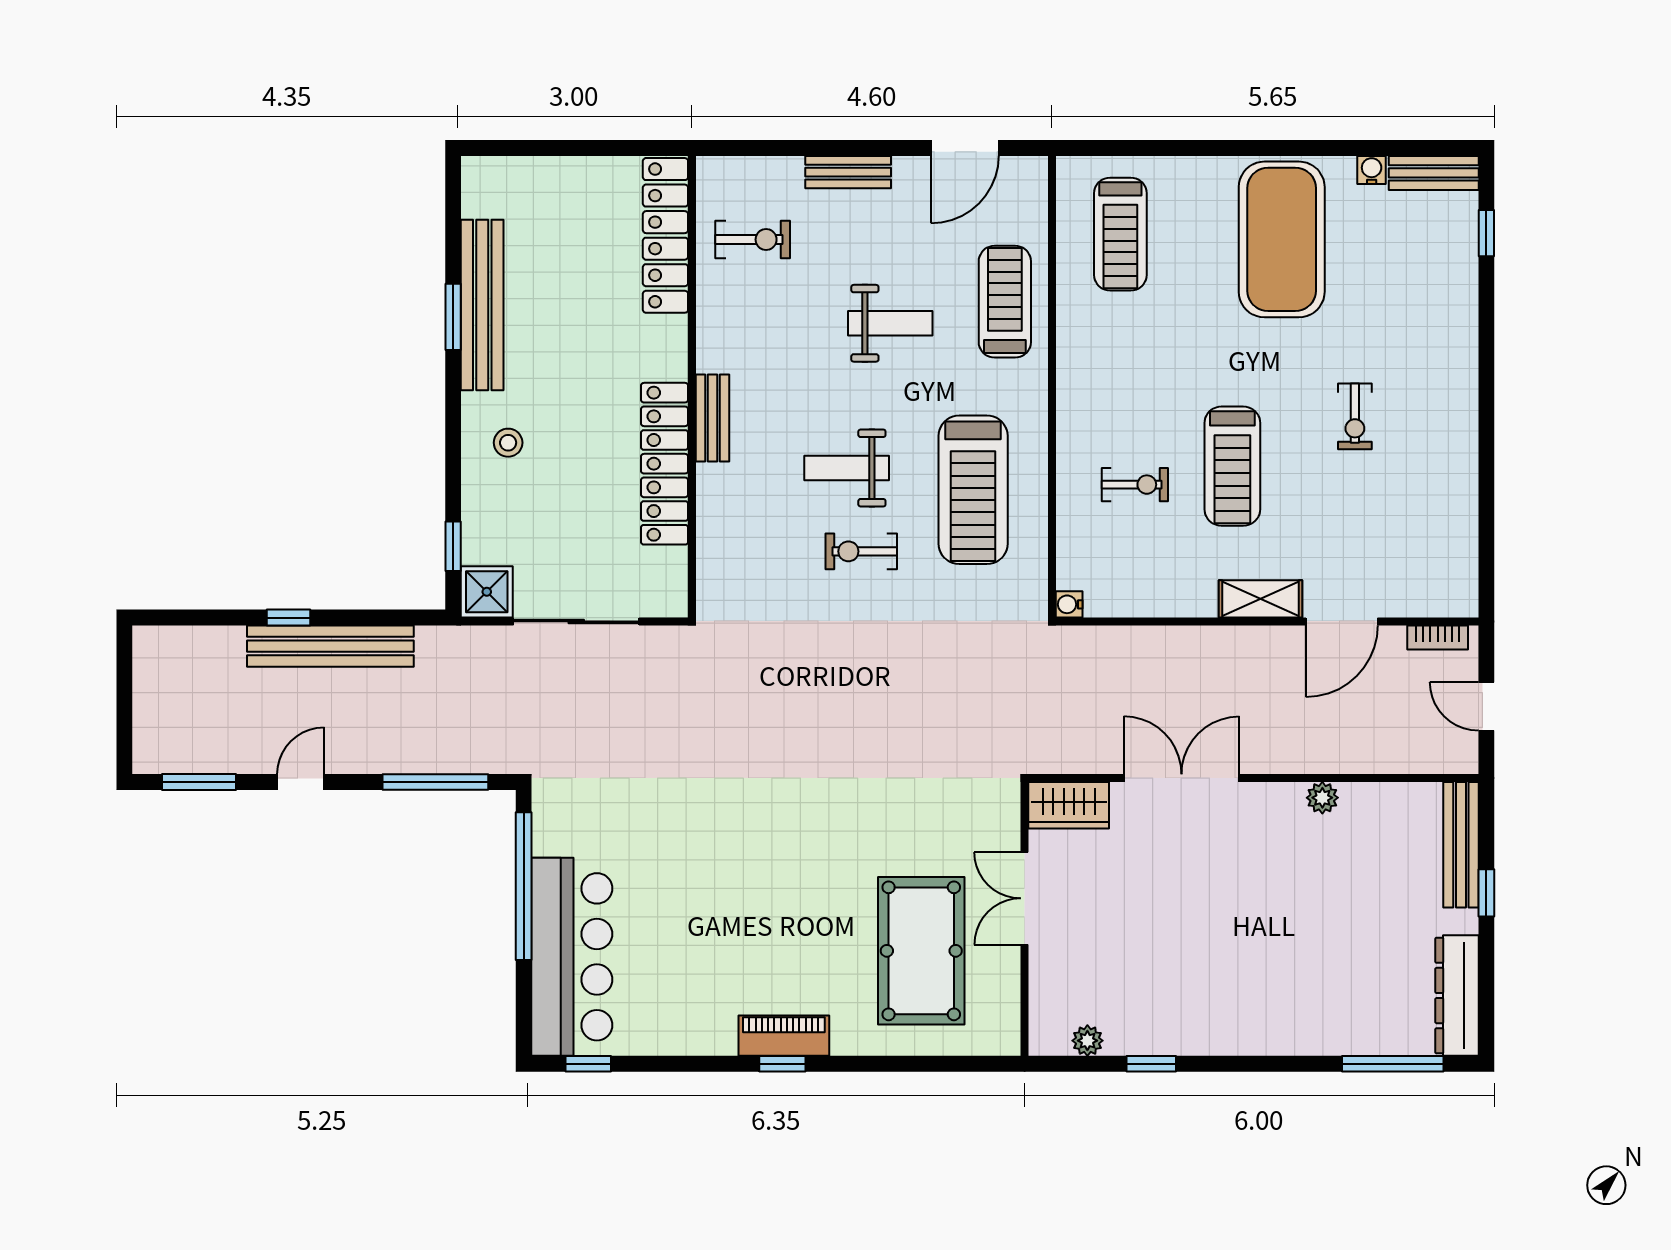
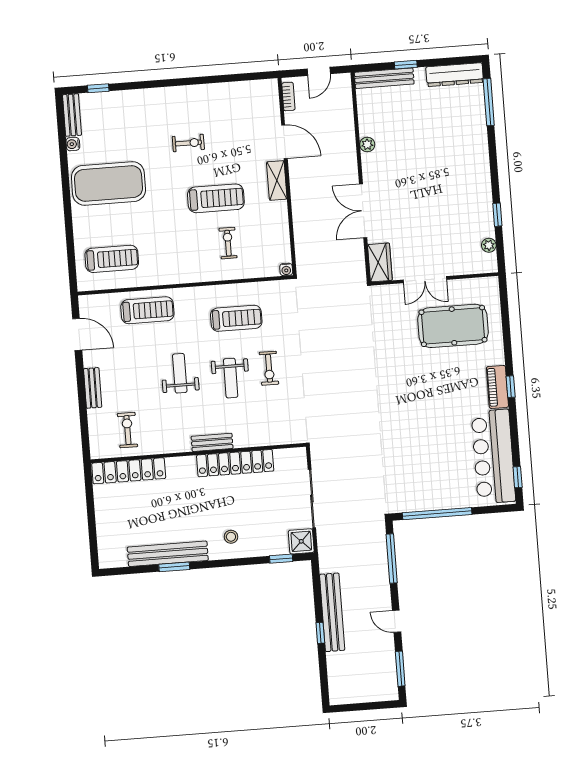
treadmill: (1005, 302) -> (147, 310), turned 180
weight bench: (890, 323) -> (180, 373), moved
treadmill: (973, 490) -> (236, 318), width x0.73, depth x0.73
bar counter: (572, 957) -> (493, 456), moved, turned -90

